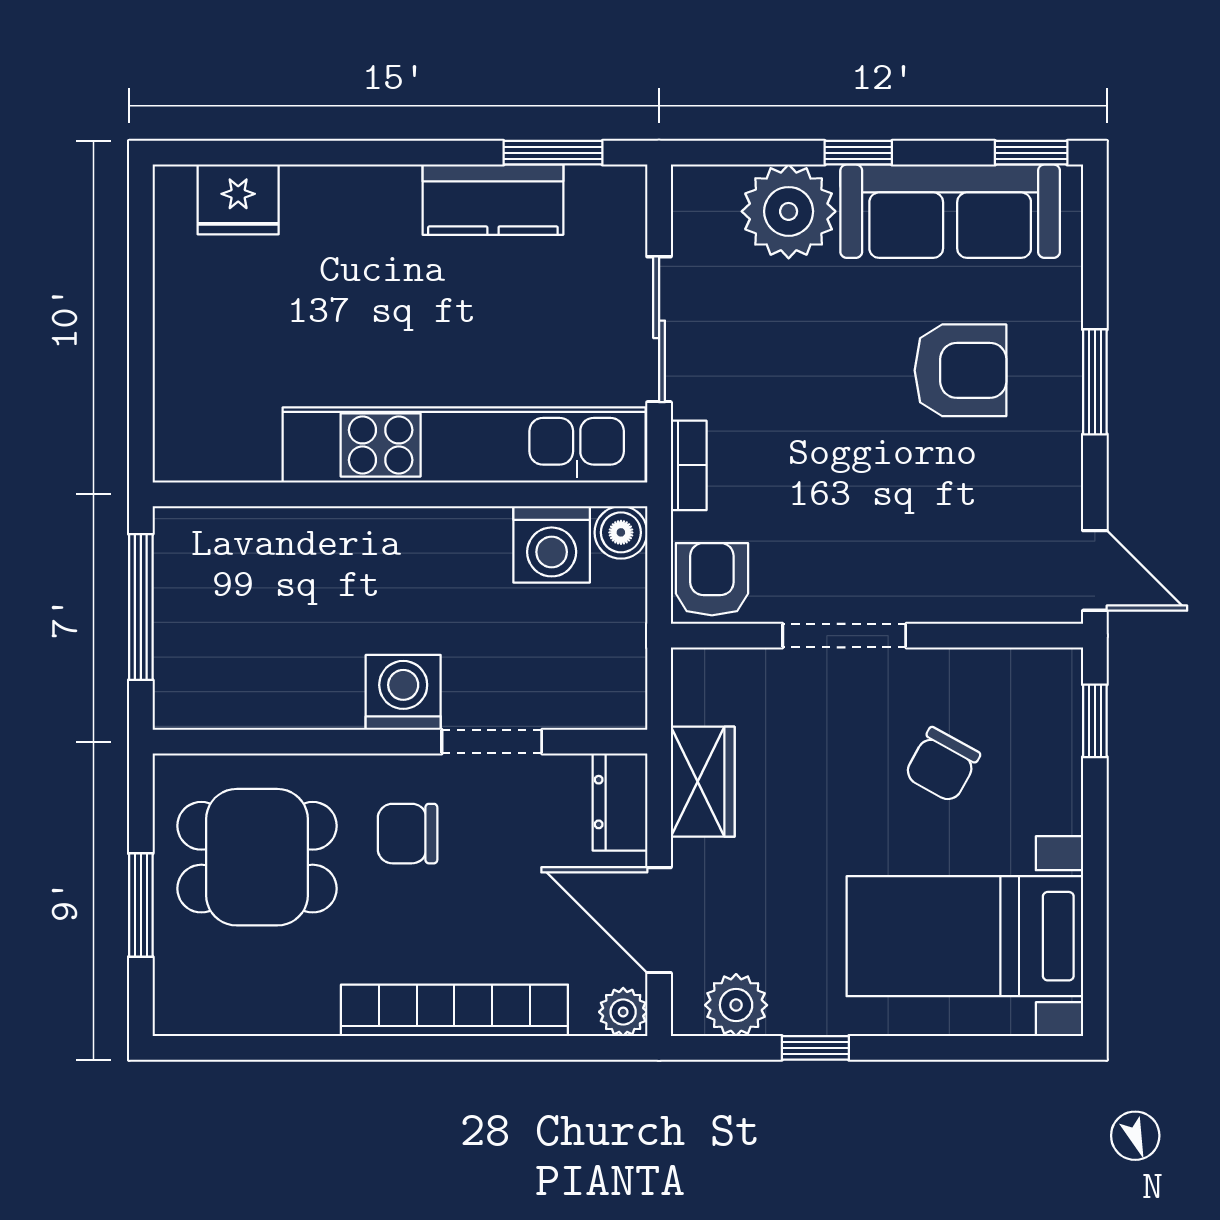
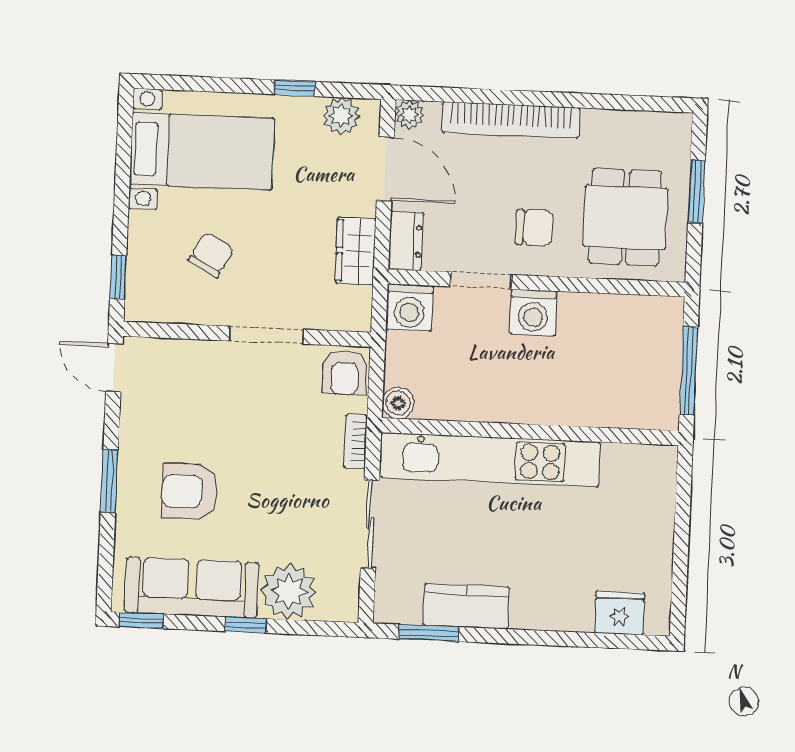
washing machine: (552, 544) -> (409, 308), moved, turned 180
dining table: (257, 857) -> (625, 217), turned 90

